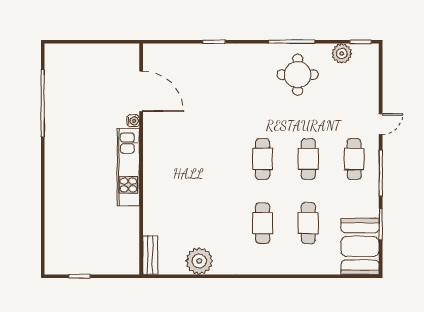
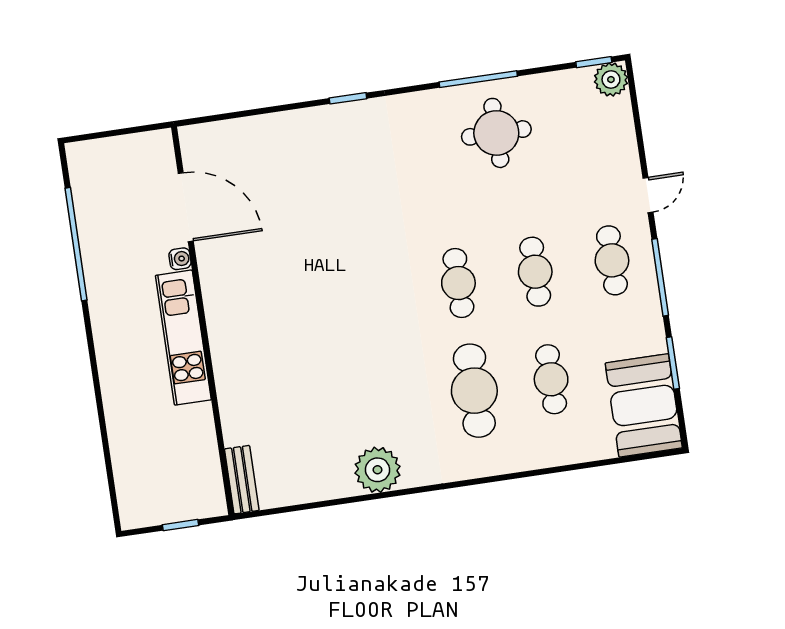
plant: (342, 53) -> (611, 80), moved
door: (141, 91) -> (186, 207), moved
water cooler: (133, 121) -> (180, 259), moved
wall: (141, 159) -> (203, 321), moved
kitchen unit: (128, 167) -> (183, 338), moved
cafe table: (263, 223) -> (474, 391), width x1.37, depth x1.35
bench: (150, 255) -> (242, 480), moved

